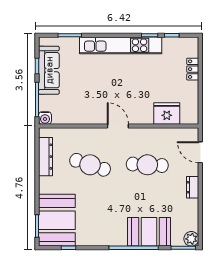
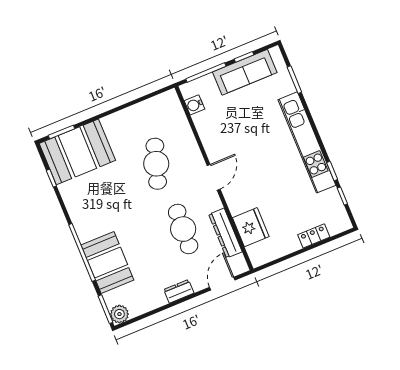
water cooler: (45, 118) -> (194, 105), moved
dresser: (45, 157) -> (225, 233), moved, turned 90

